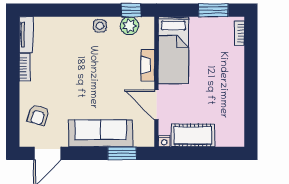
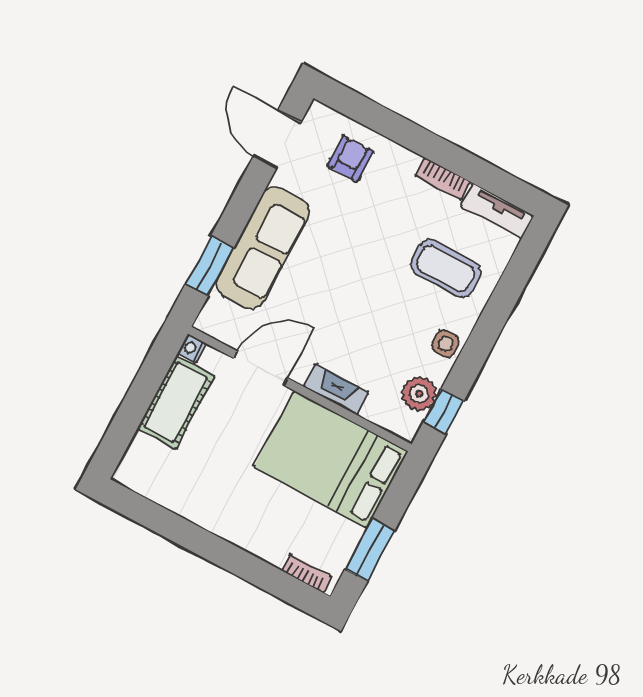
coffee table: (65, 44) -> (446, 268), added
bed: (173, 50) -> (331, 459), width x1.50
armchair: (38, 115) -> (350, 159), turned 75

